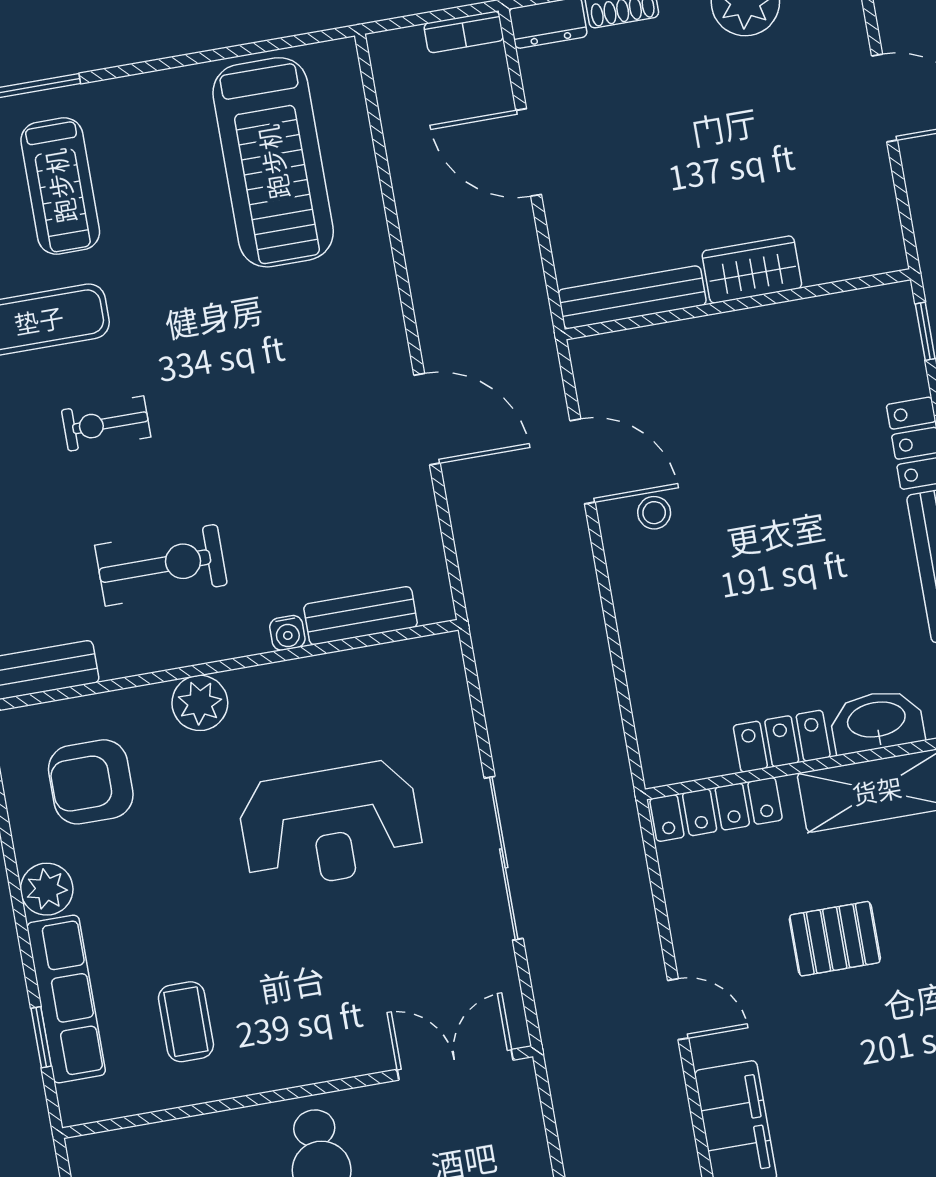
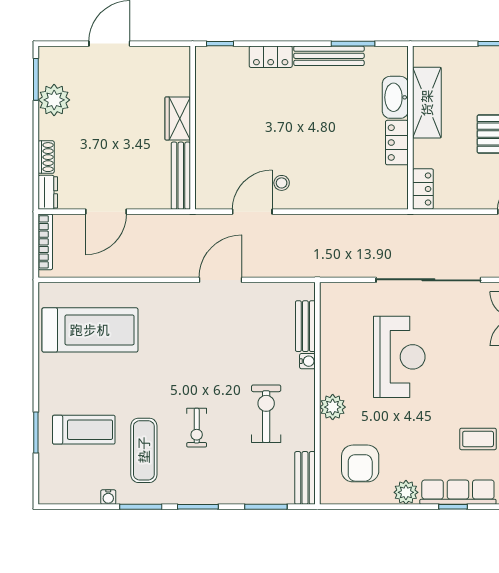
bookcase: (464, 32) -> (45, 242), width x1.56
locker: (716, 809) -> (423, 189), width x0.66
sliding door: (504, 858) -> (428, 280), width x1.36
window: (41, 1037) -> (453, 507), moved

